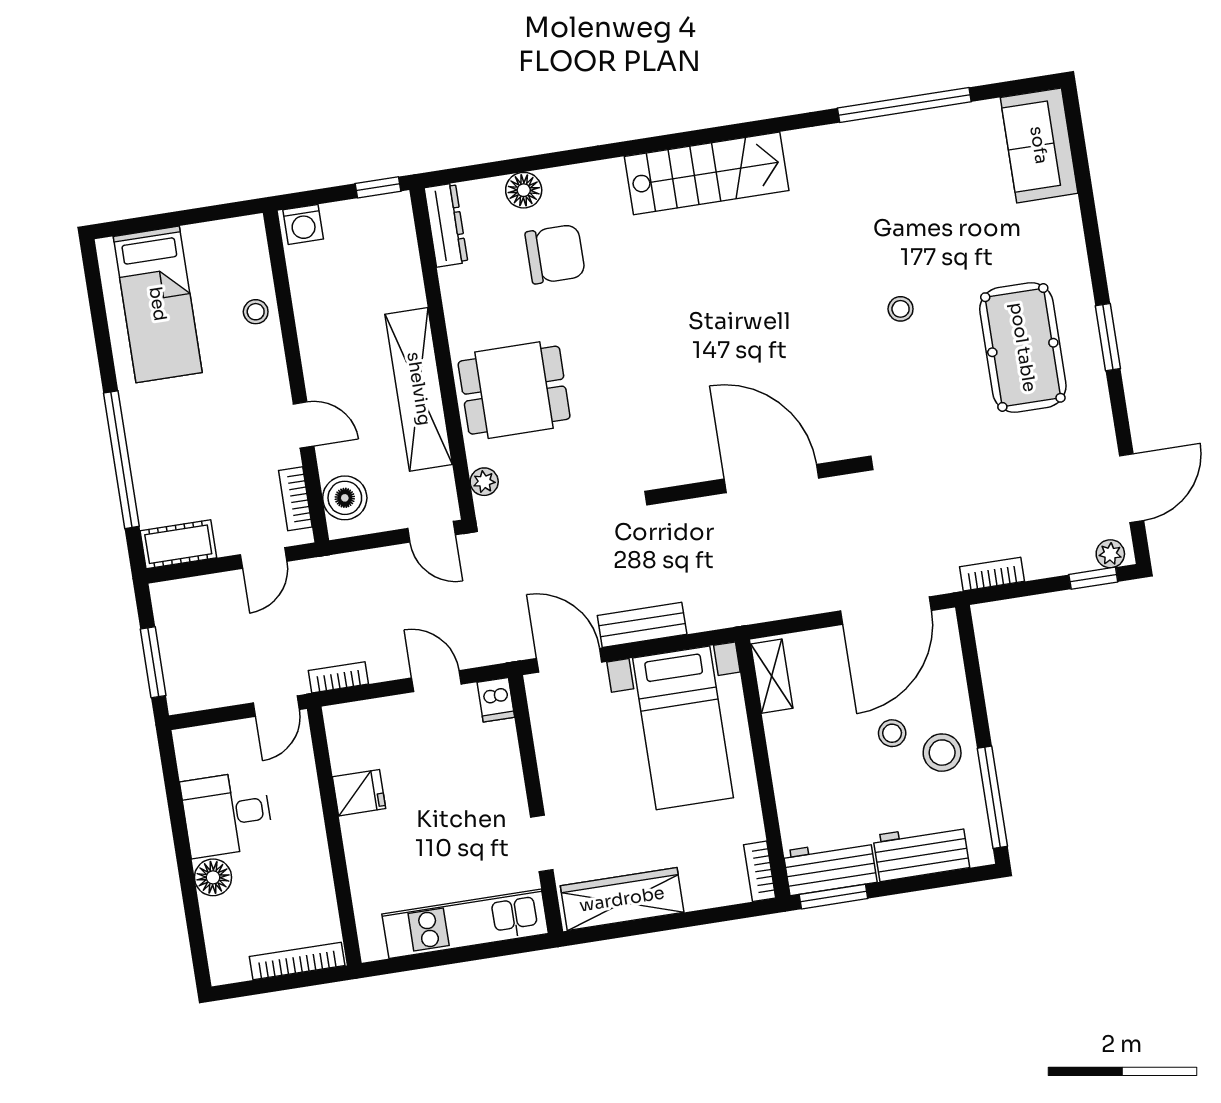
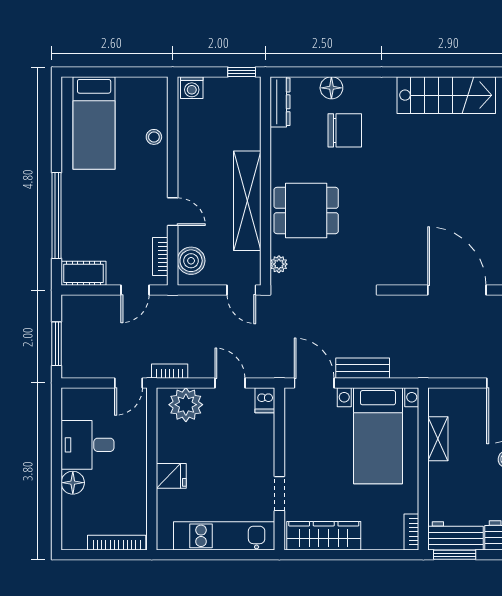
shelving: (772, 676) -> (438, 439), moved
plant: (372, 726) -> (186, 405), added
fridge: (359, 793) -> (171, 476), moved

